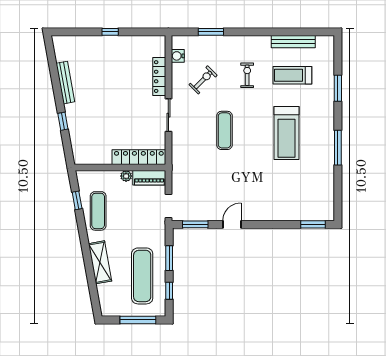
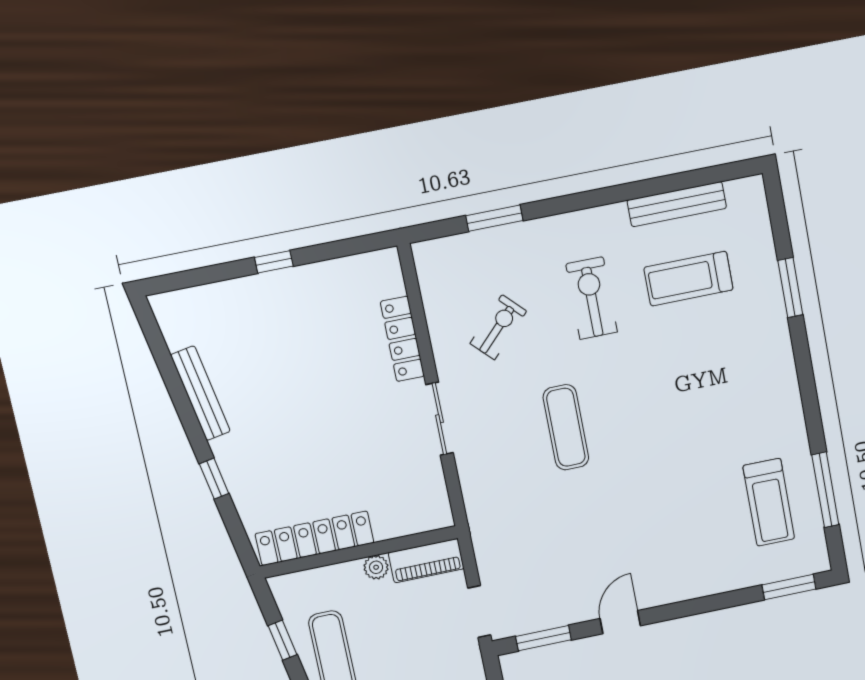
water cooler: (178, 56) -> (433, 286), removed
exercise bike: (247, 75) -> (592, 298), width x1.38, depth x1.39
treadmill: (287, 133) -> (769, 502), moved, width x0.73, depth x0.73
window: (338, 148) -> (825, 490), moved
locker: (139, 157) -> (315, 538), moved

